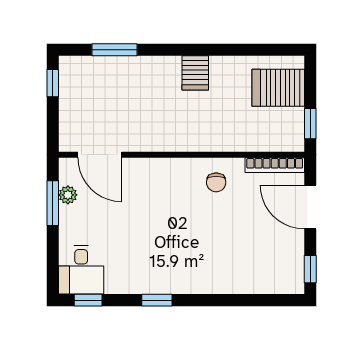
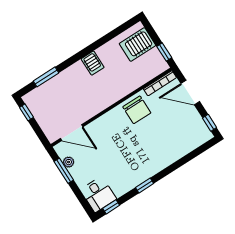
chair: (216, 182) -> (137, 110), width x1.87, depth x1.87

